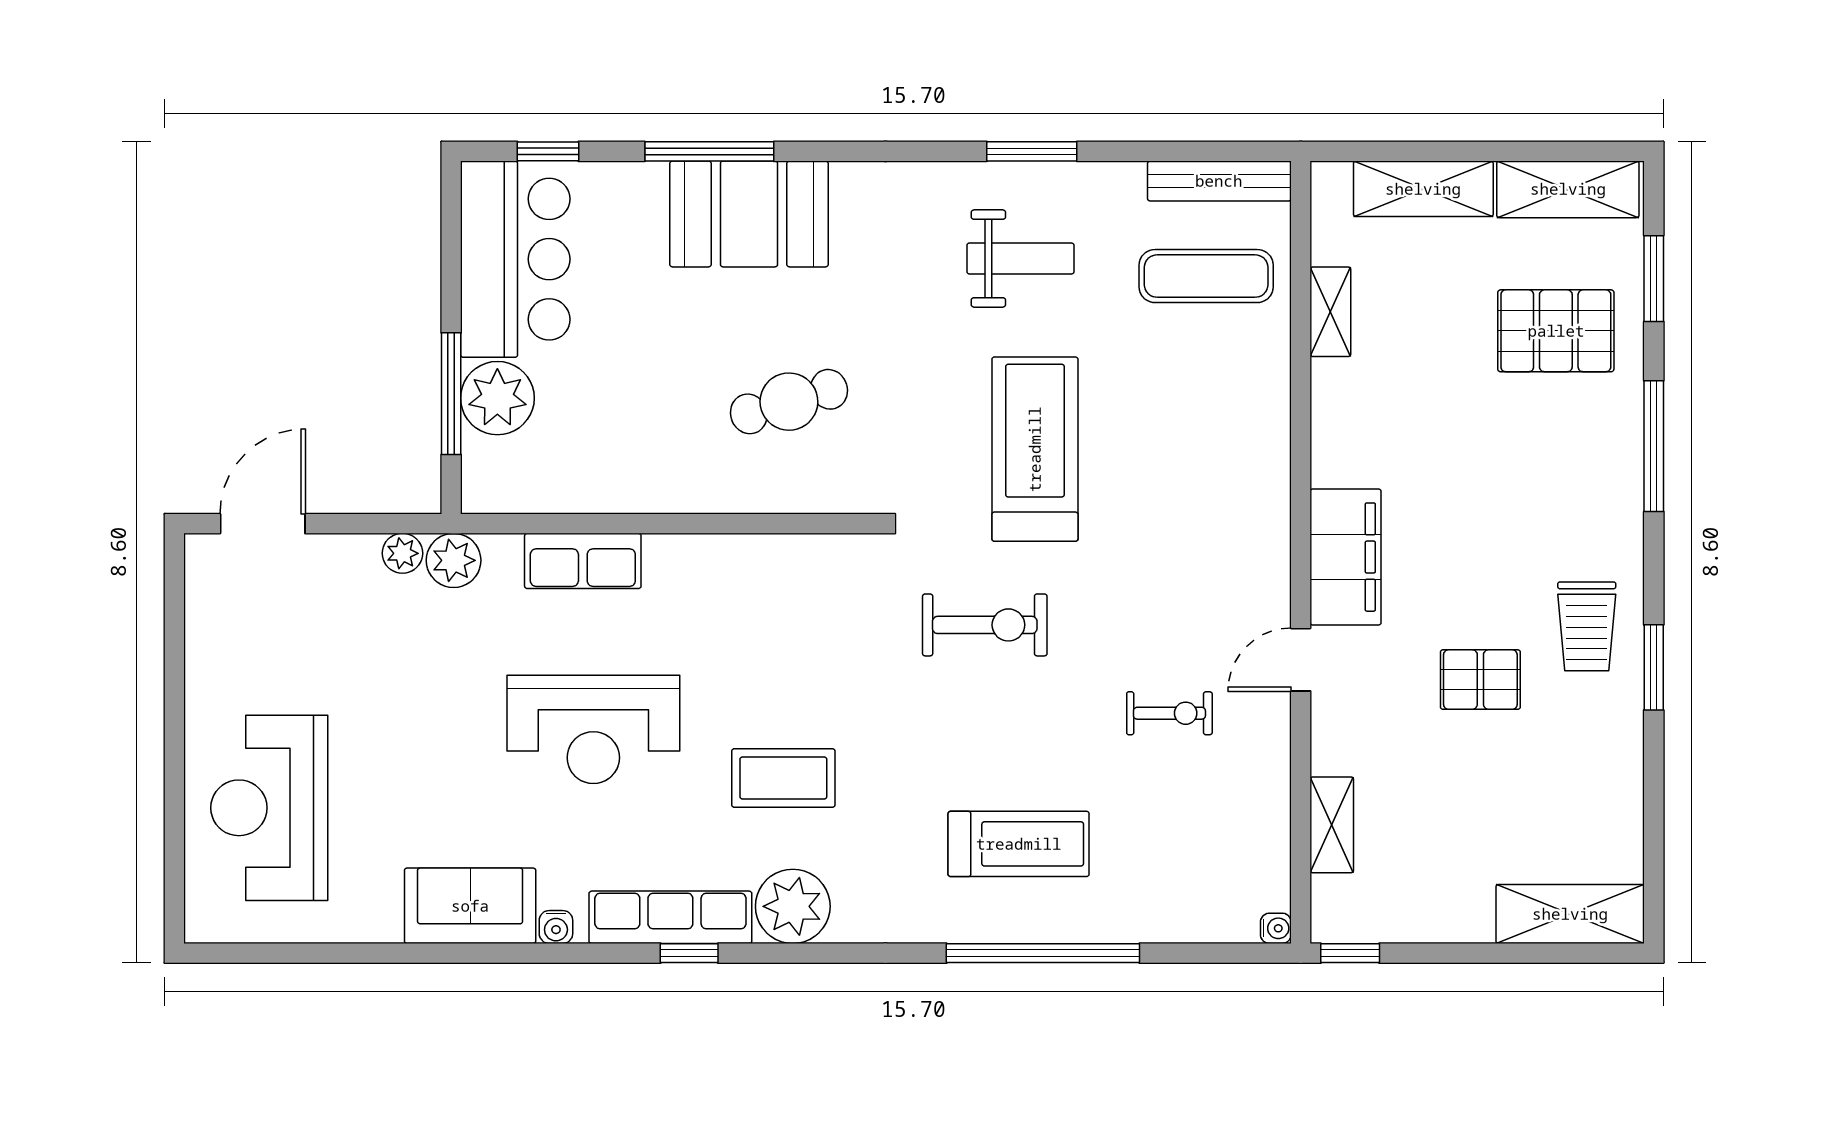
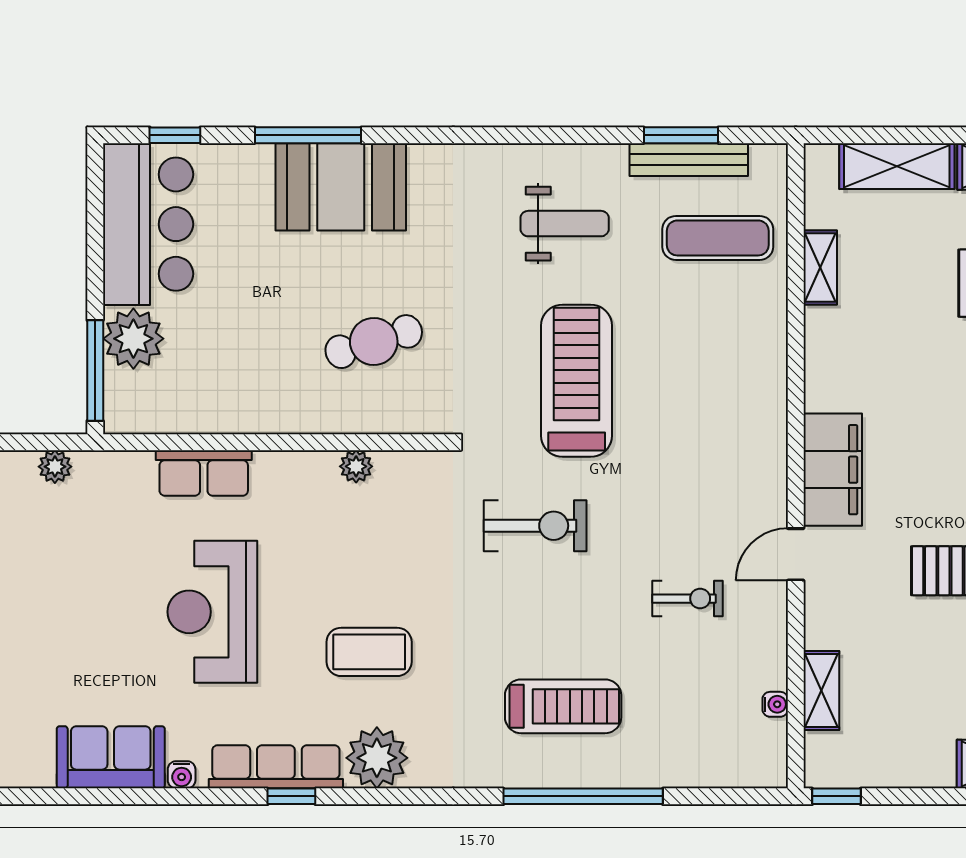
window: (1032, 151) -> (681, 135), moved
bench: (1219, 181) -> (689, 160), moved
window: (451, 394) -> (95, 370), moved
plant: (454, 560) -> (356, 466), moved, width x0.73, depth x0.73
reception desk: (593, 729) -> (212, 612), turned 90
water cooler: (1276, 928) -> (775, 704), moved

